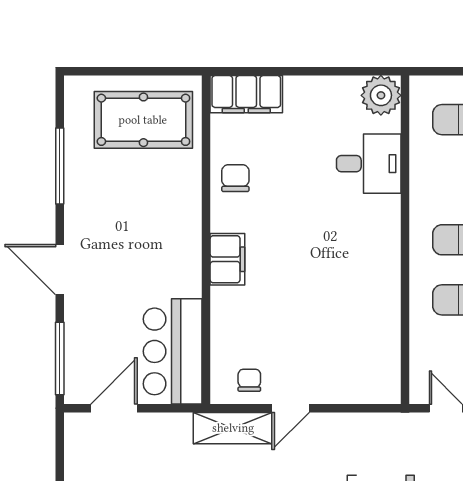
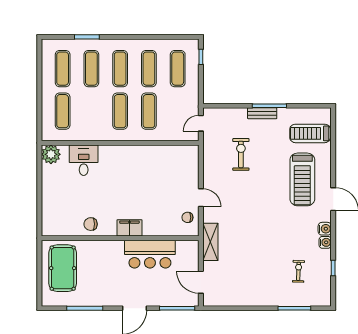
filing cabinet: (246, 94) -> (50, 219), removed
bar counter: (173, 351) -> (150, 254), moved
shelving: (233, 428) -> (210, 242), moved

